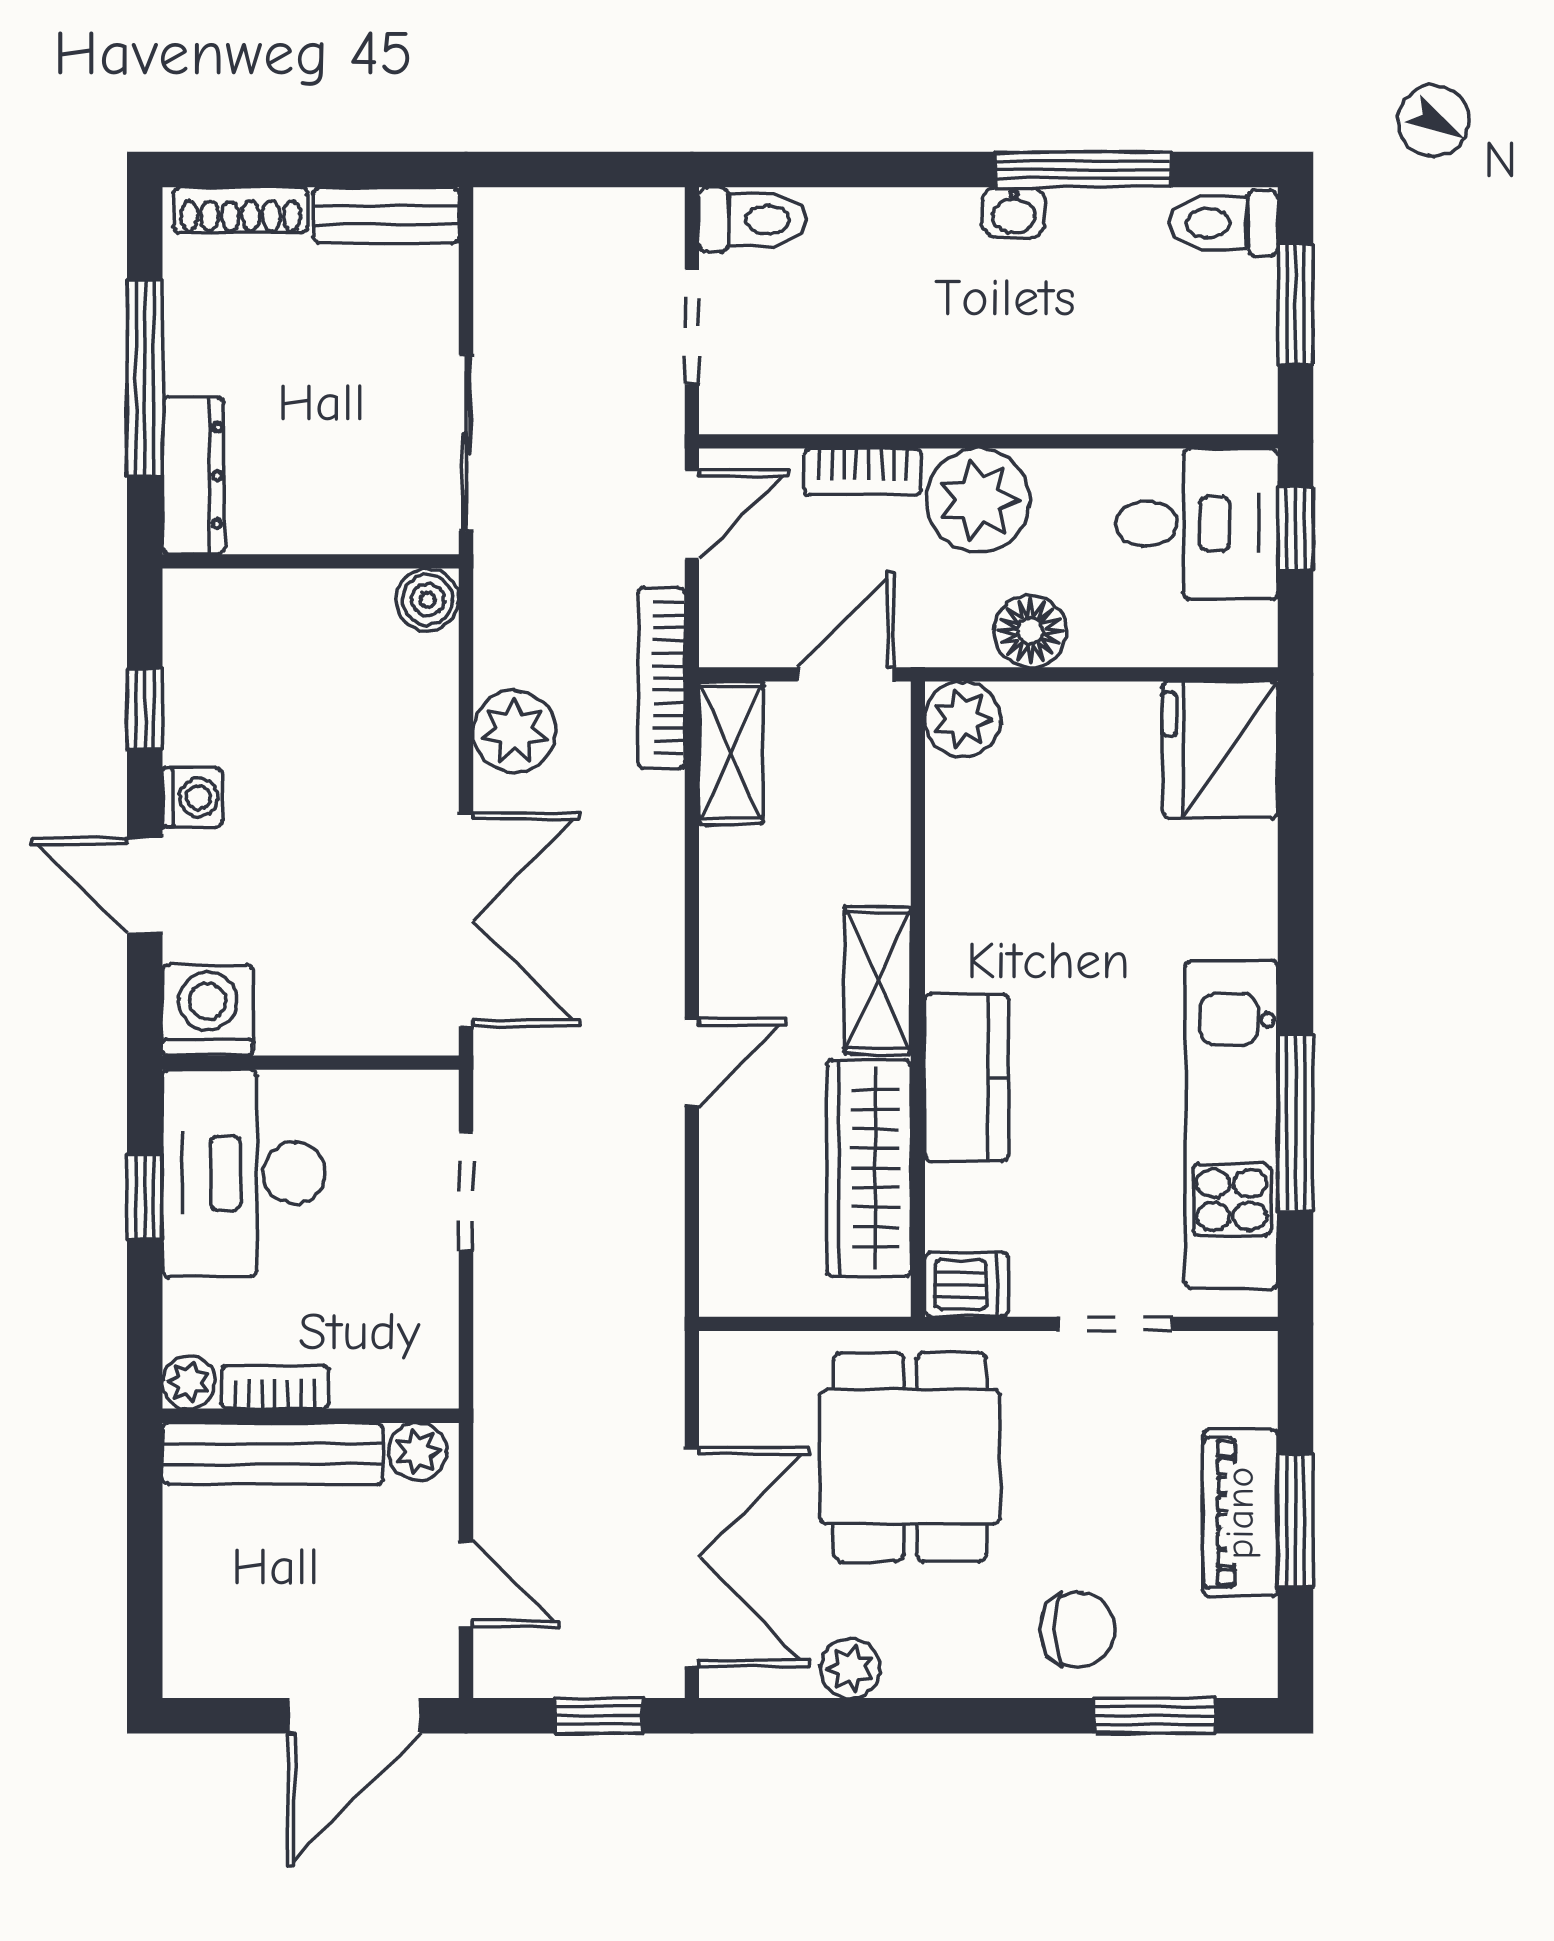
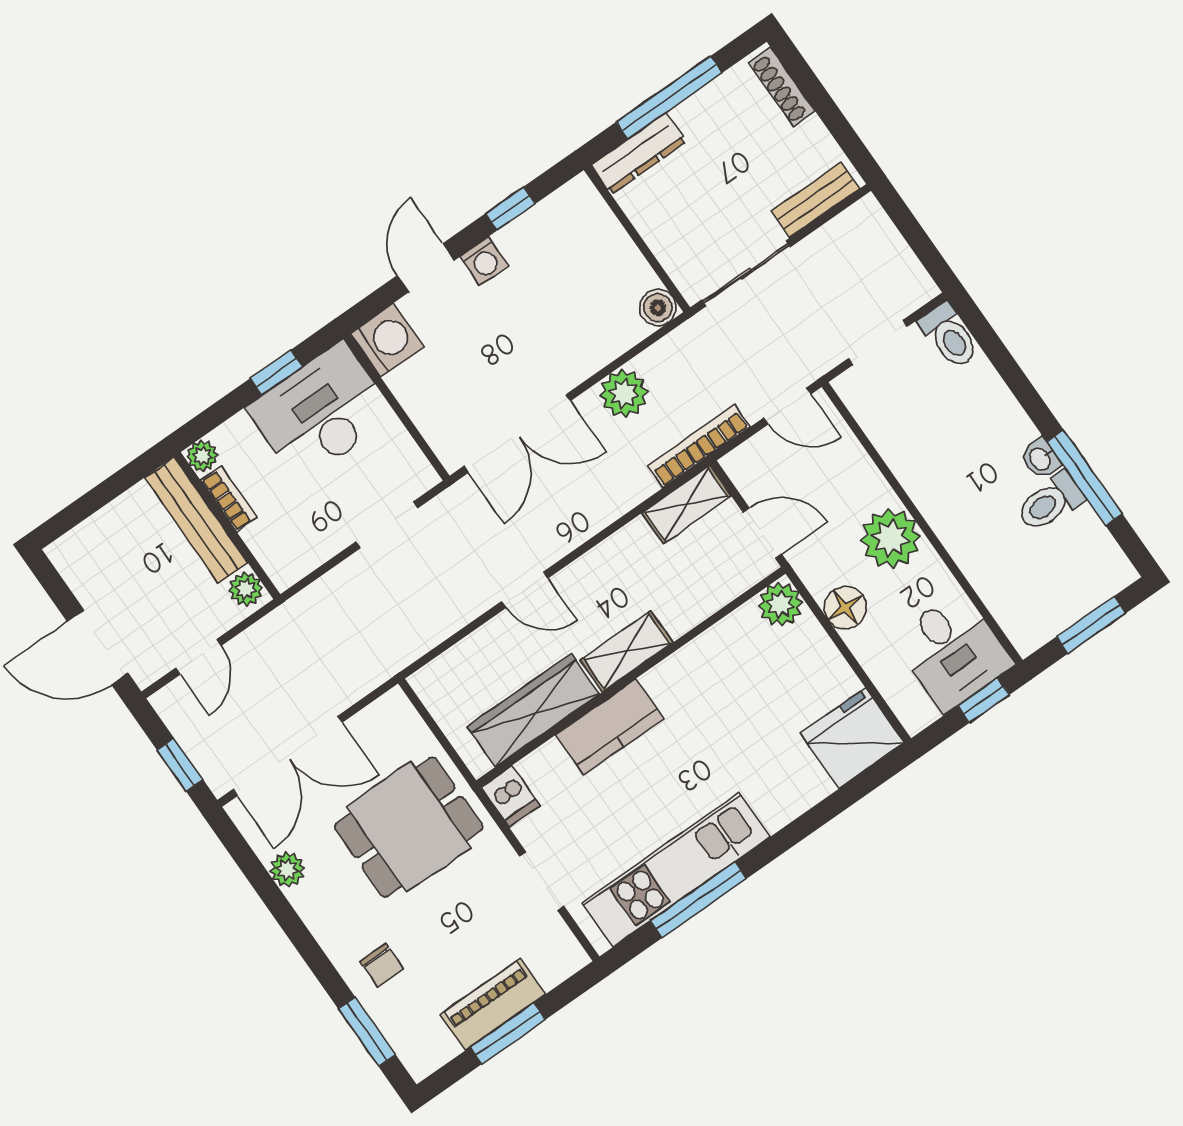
bench: (386, 215) -> (815, 200), moved, turned 90
toilet: (1224, 223) -> (1050, 502), moved, turned -90
bookcase: (863, 472) -> (865, 473), removed
chair: (1077, 1630) -> (382, 965), width x0.73, depth x0.73

